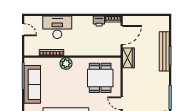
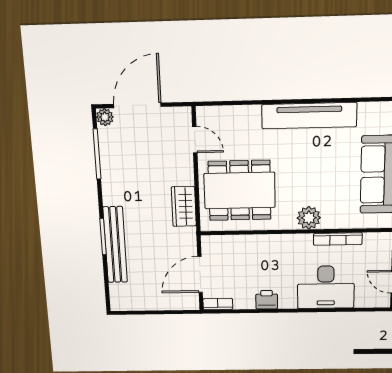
printer: (99, 21) -> (267, 300), moved
wardrobe: (128, 58) -> (184, 206), moved
dining table: (100, 78) -> (240, 190), width x1.38

